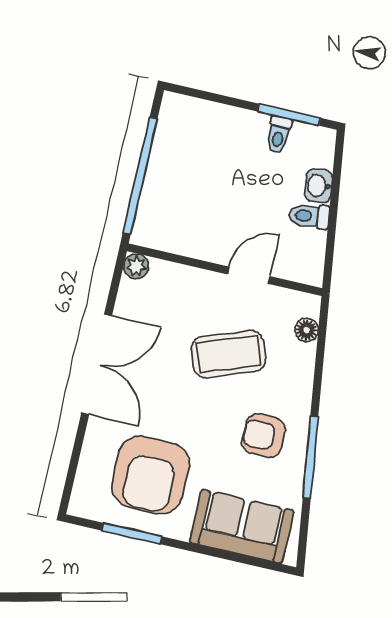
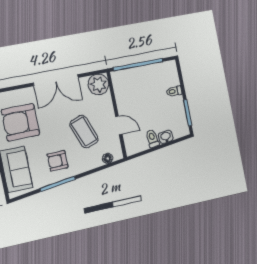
toilet: (279, 134) -> (174, 91), moved
plant: (136, 266) -> (98, 84), width x1.88, depth x1.88
armchair: (264, 436) -> (58, 161), turned -90

